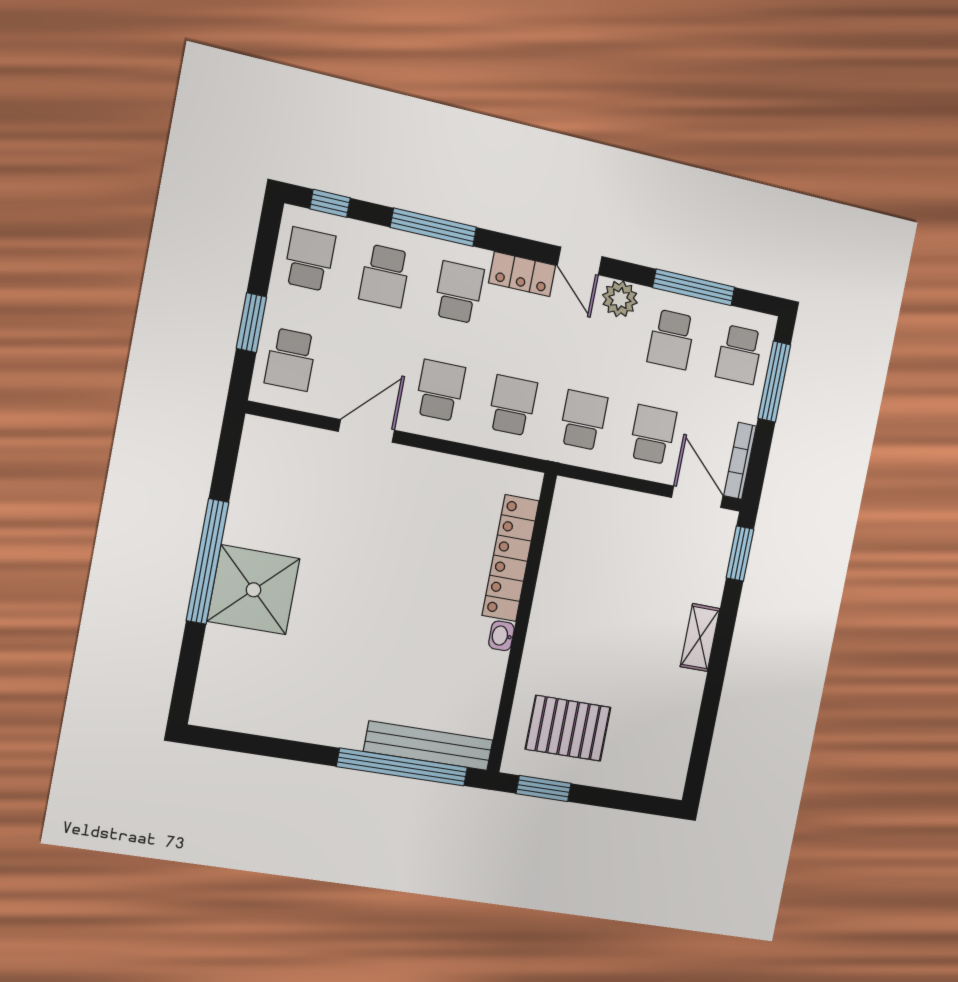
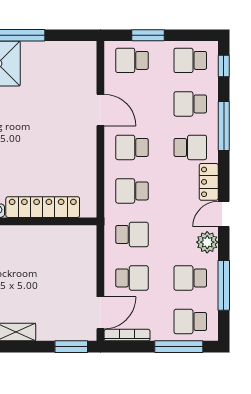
school desk: (309, 259) -> (190, 60), turned 180
school desk: (440, 390) -> (132, 147), turned 180
school desk: (512, 405) -> (132, 191), turned 180

